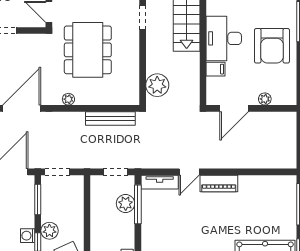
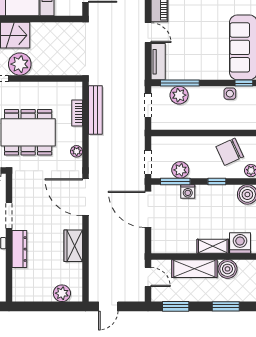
plant: (157, 85) -> (20, 64), moved
bookcase: (107, 100) -> (77, 113), added
plant: (49, 231) -> (180, 170), moved
washing machine: (28, 236) -> (188, 191), moved

